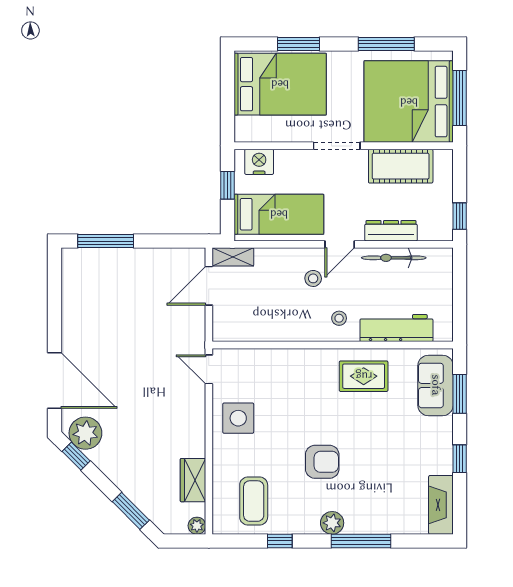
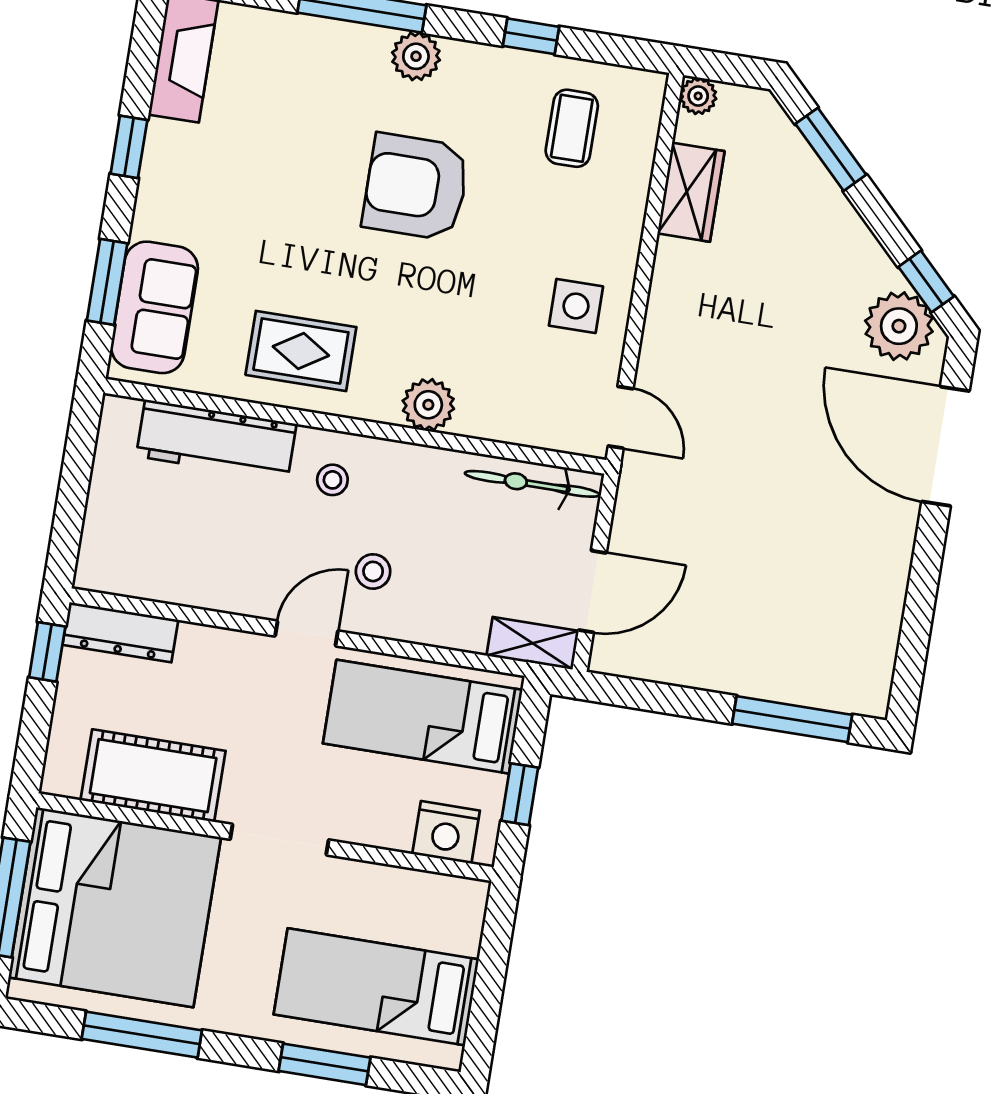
bed: (280, 84) -> (376, 987), width x0.67
dresser: (391, 231) -> (120, 632), moved
bicycle: (394, 258) -> (532, 484), moved, turned 180
plant: (300, 361) -> (428, 405), added
side table: (238, 418) -> (576, 306), width x0.73, depth x0.73
armchair: (322, 462) -> (416, 187), width x1.36, depth x1.36
coffee table: (254, 501) -> (572, 128), width x0.73, depth x0.77

